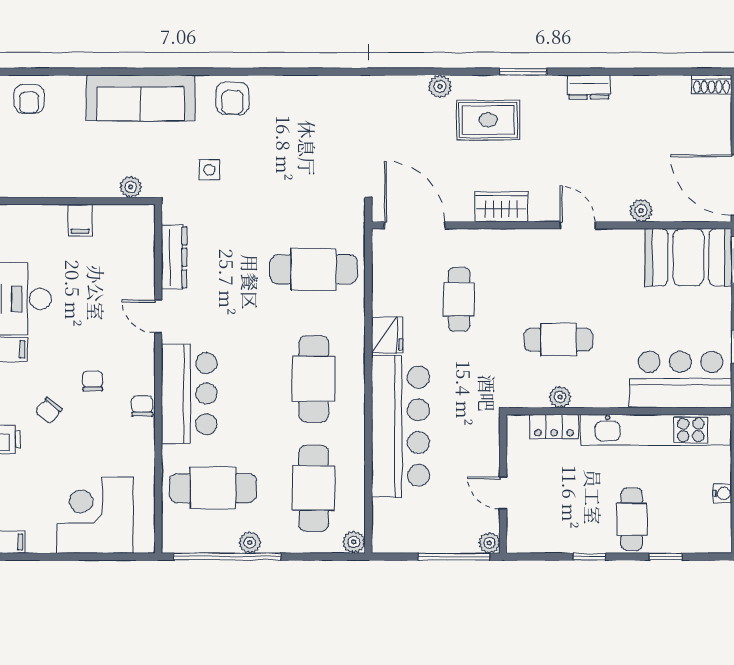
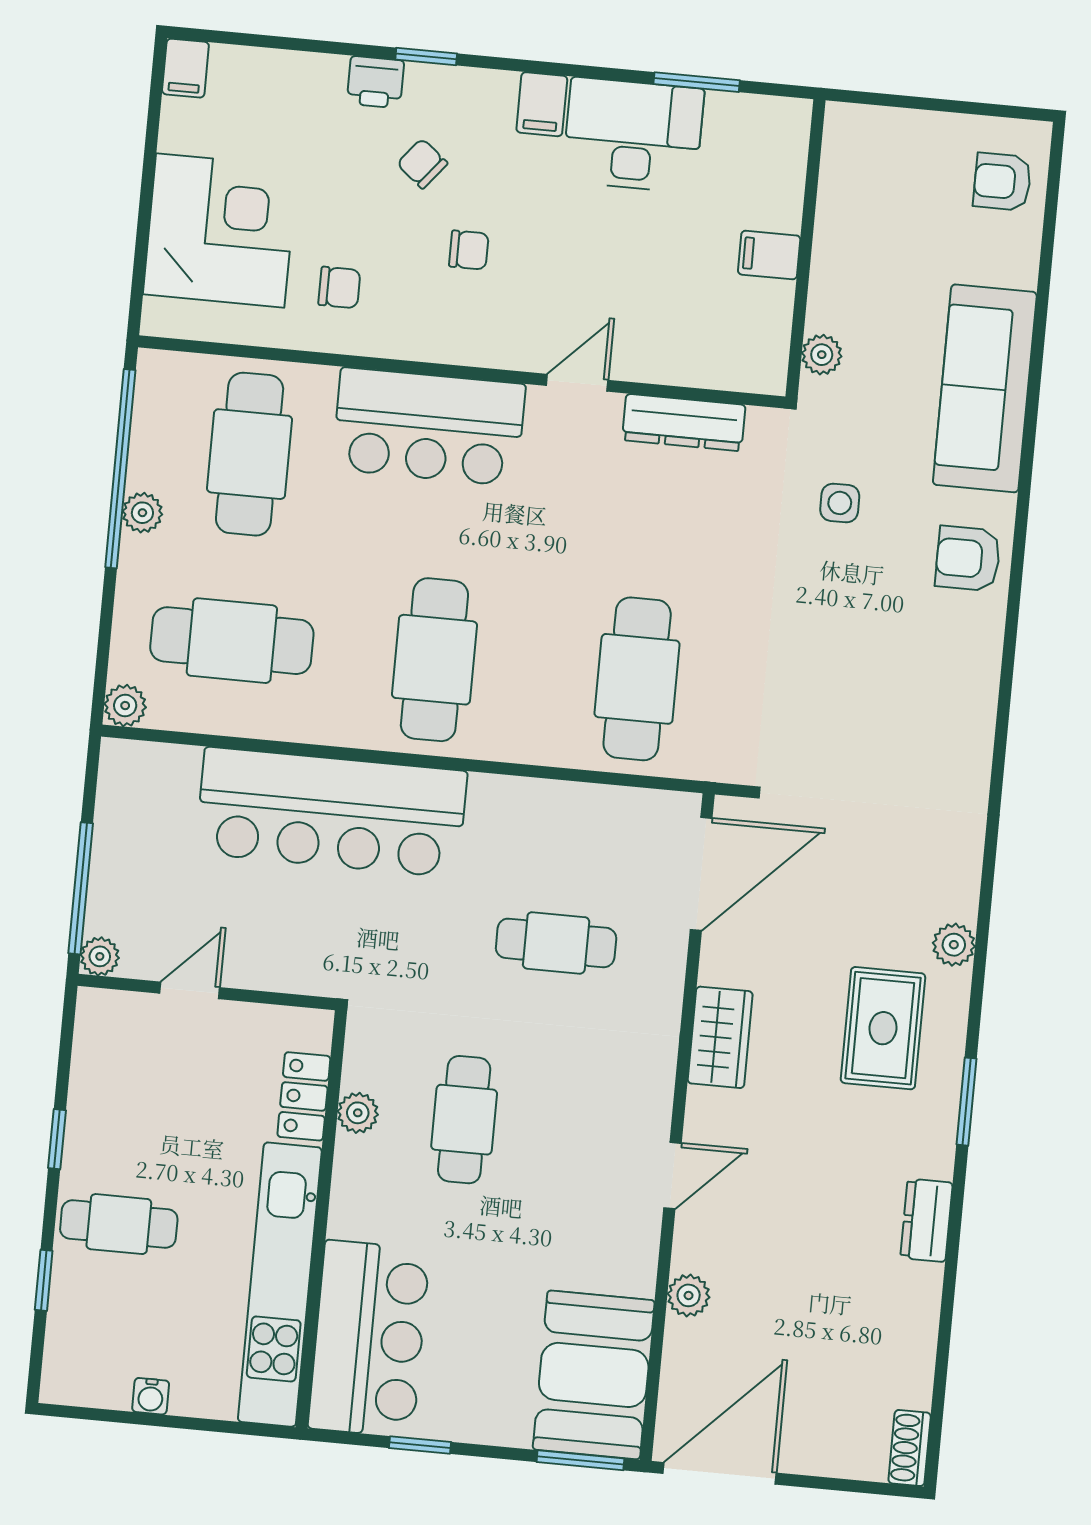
fridge: (387, 335) -> (503, 803), removed
cafe table: (314, 379) -> (434, 660), turned 90
chair: (142, 406) -> (339, 287), moved

